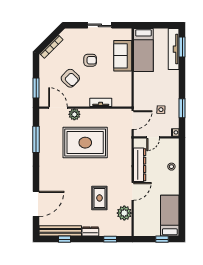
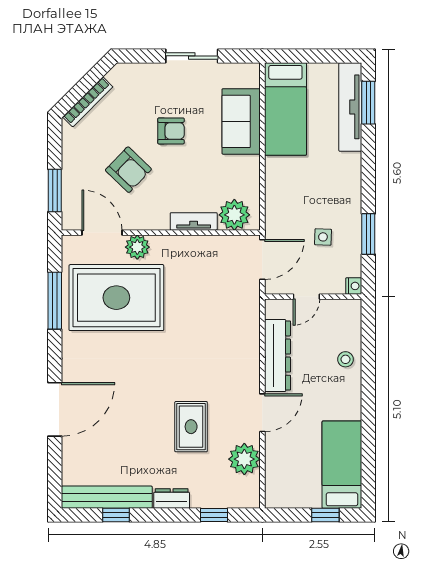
plant: (120, 99) -> (234, 215), added
rug: (85, 143) -> (116, 298), moved
door: (36, 204) -> (55, 409), moved

